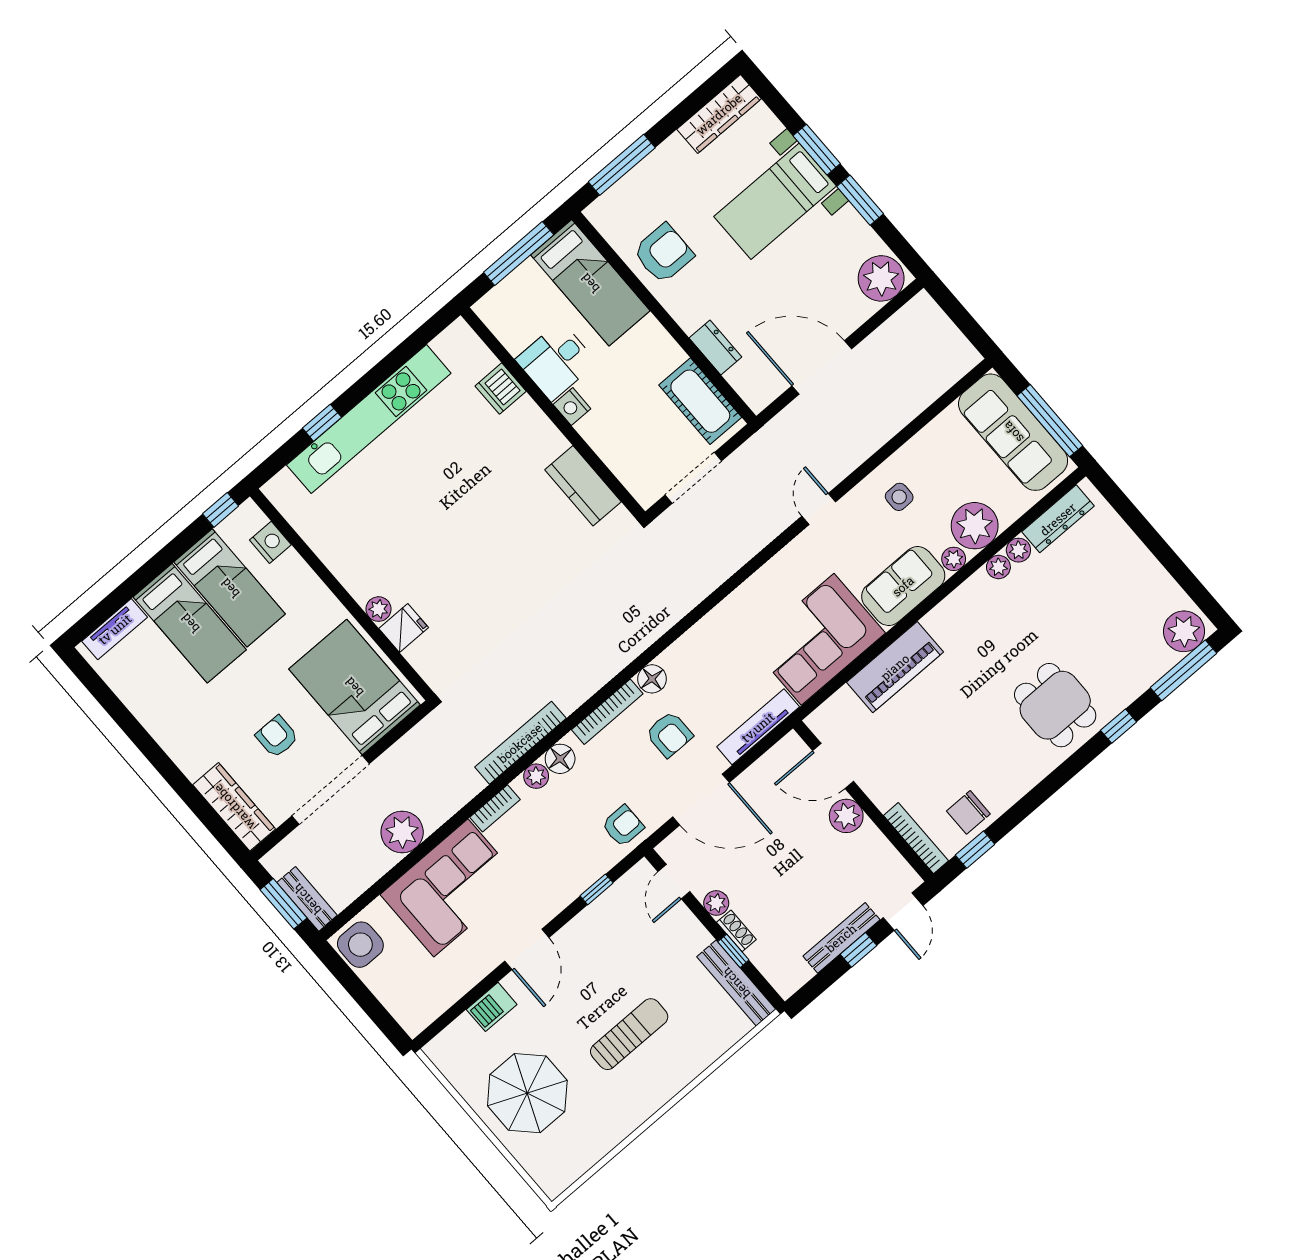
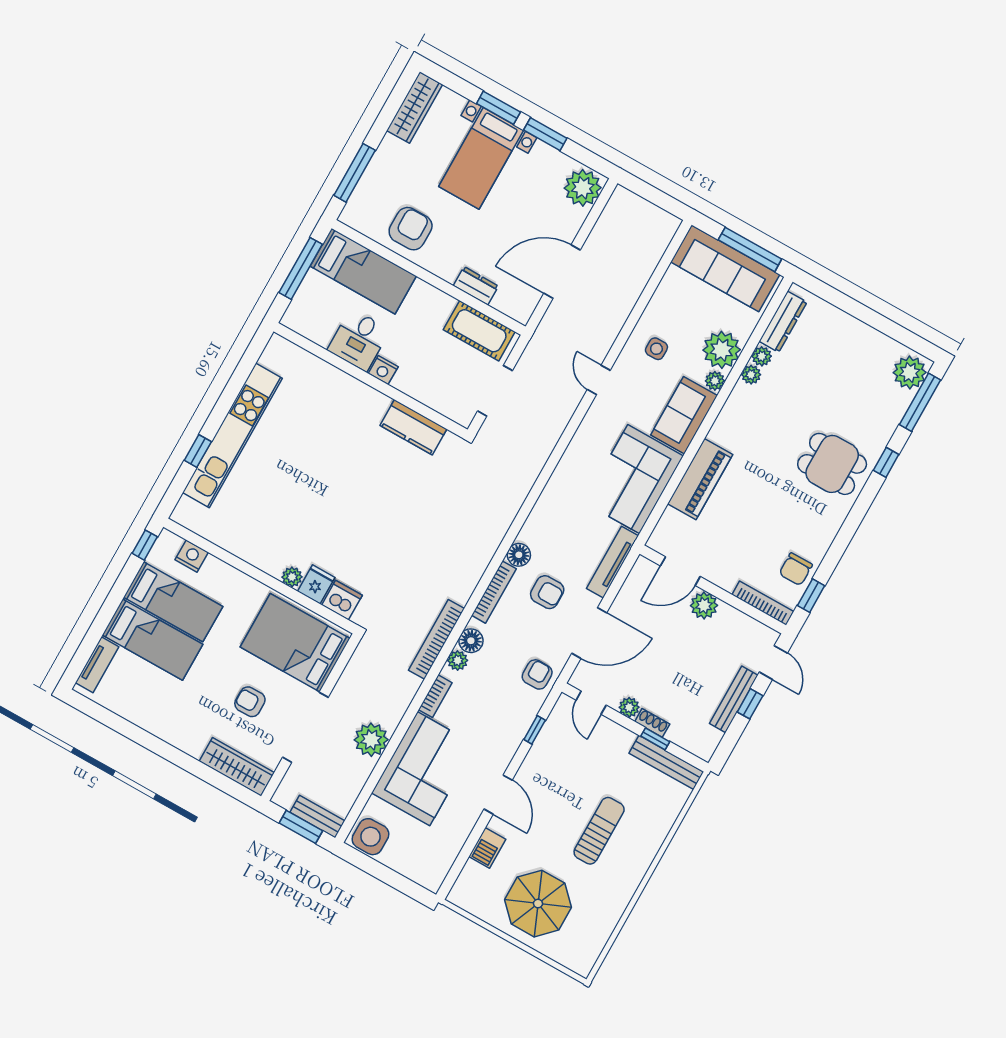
dishwasher: (501, 389) -> (342, 600), moved, turned 180

